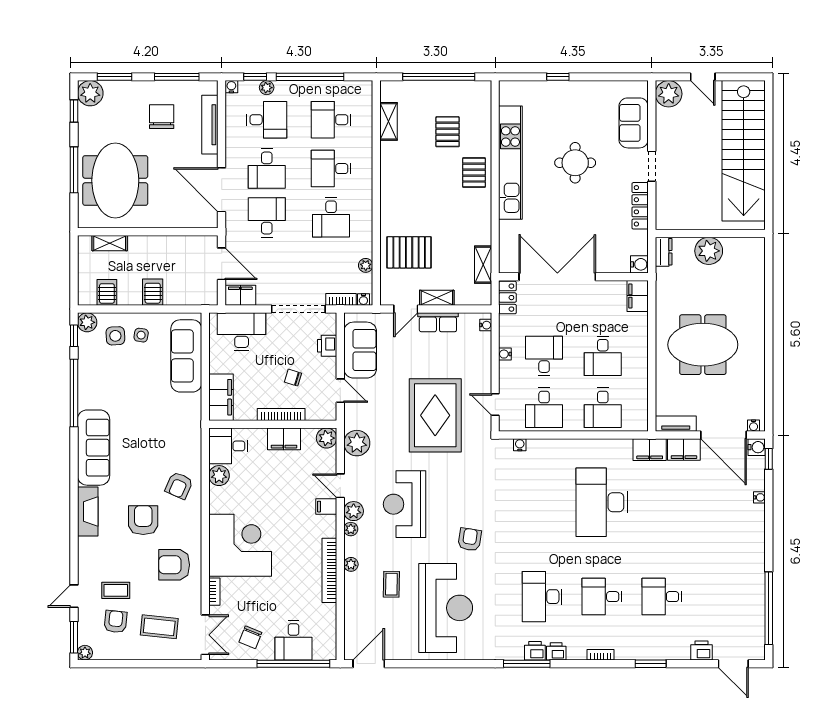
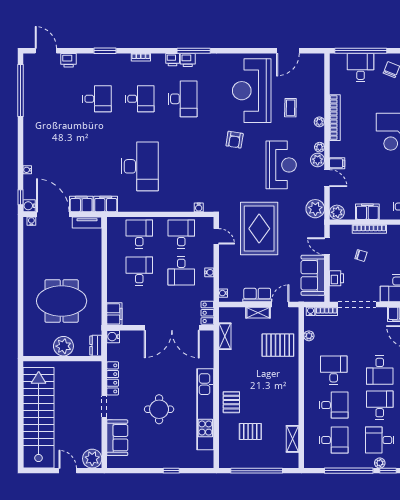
pallet: (448, 132) -> (250, 431), turned 90
meeting table: (703, 345) -> (62, 301), moved
door: (369, 664) -> (288, 51), moved

